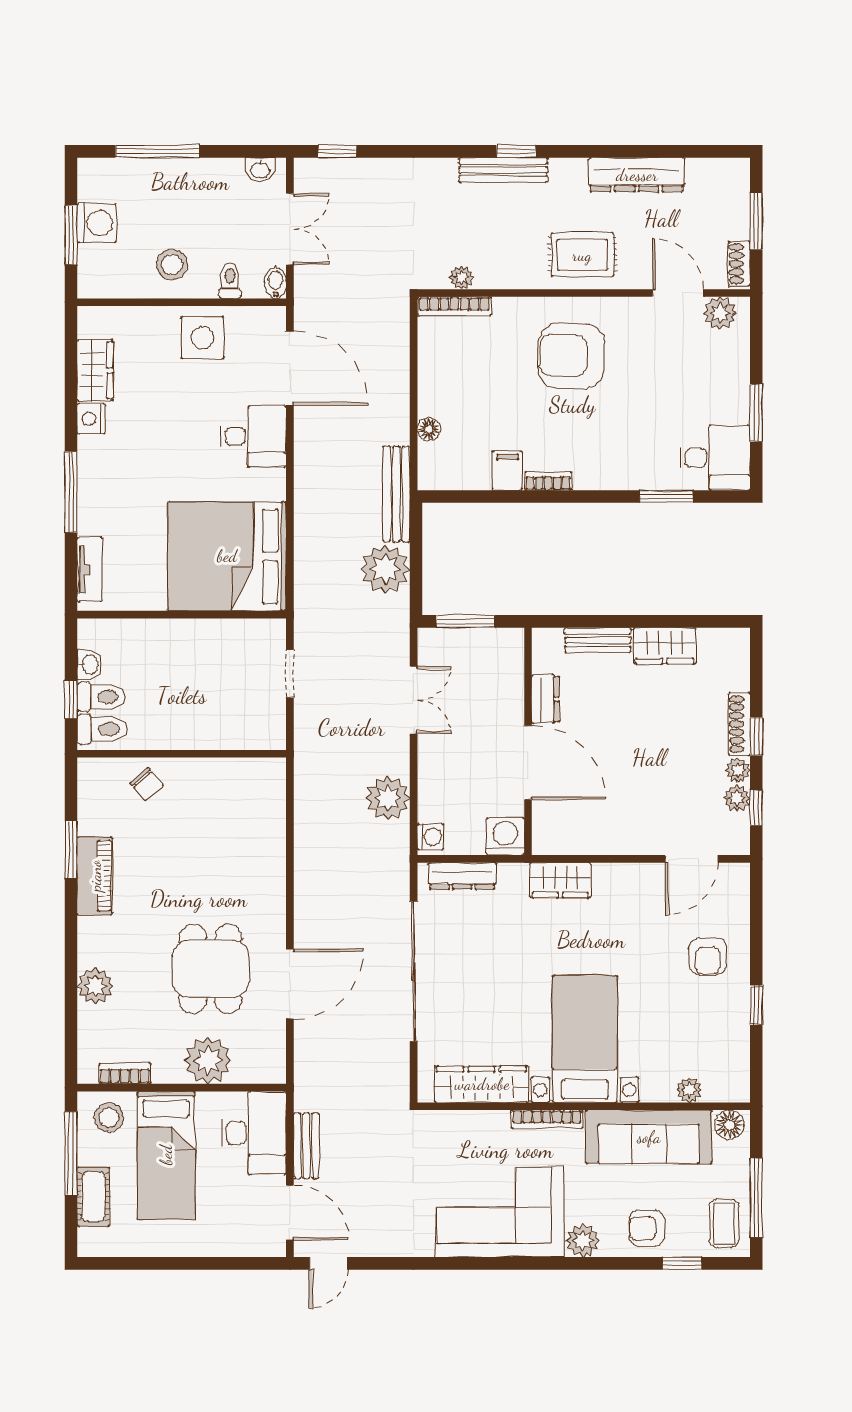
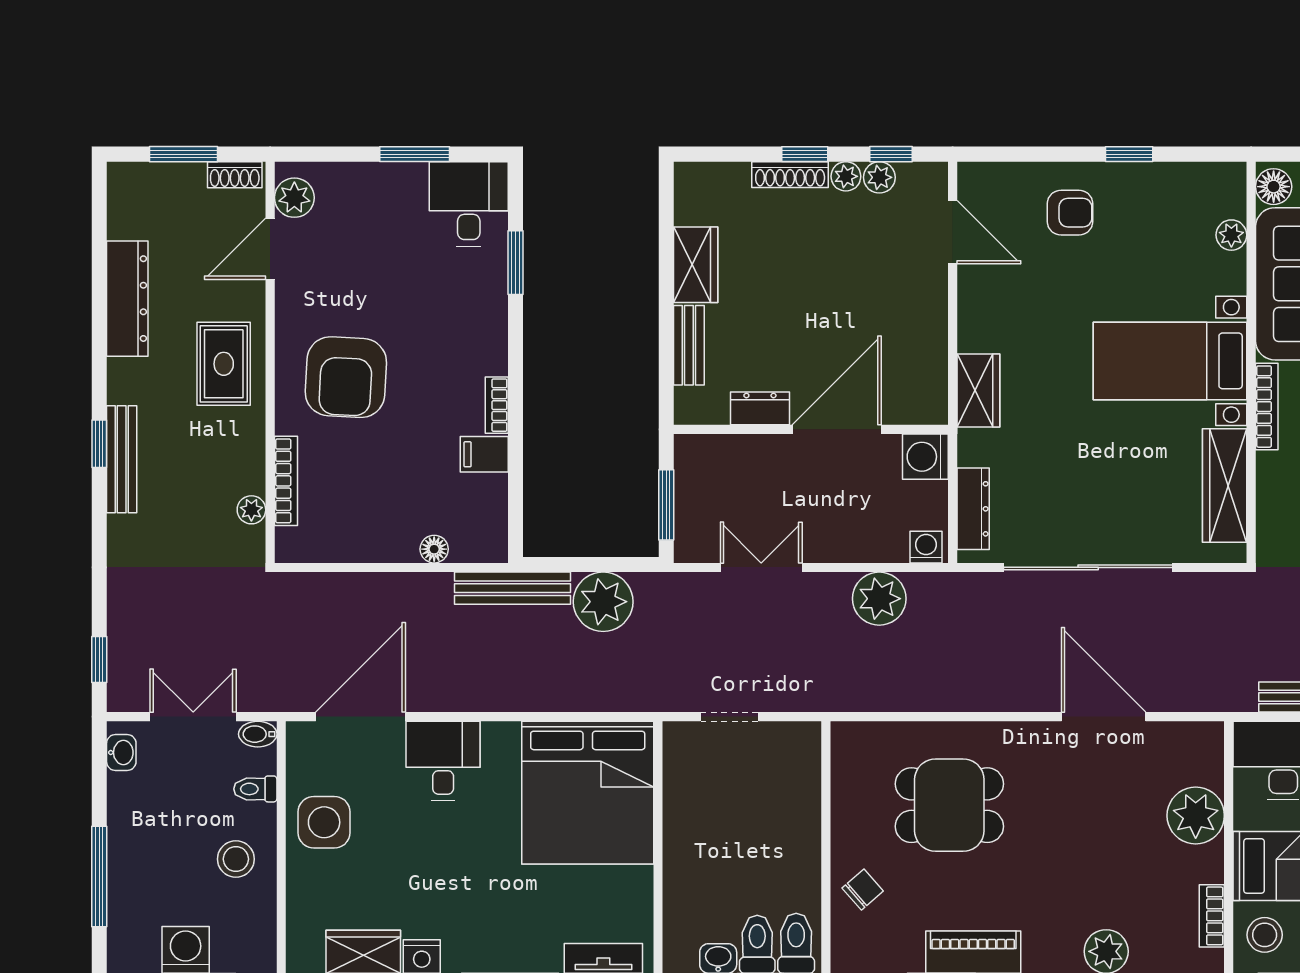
bookcase: (454, 306) -> (286, 481), moved
dining table: (211, 969) -> (949, 805), moved

